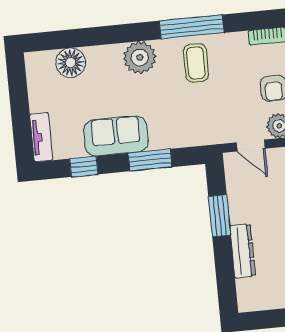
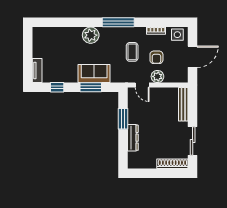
floor lamp: (71, 63) -> (56, 34), removed
coffee table: (196, 63) -> (132, 52), moved
sofa: (116, 136) -> (94, 73), moved

